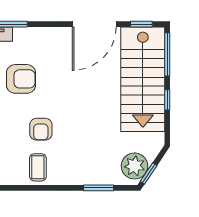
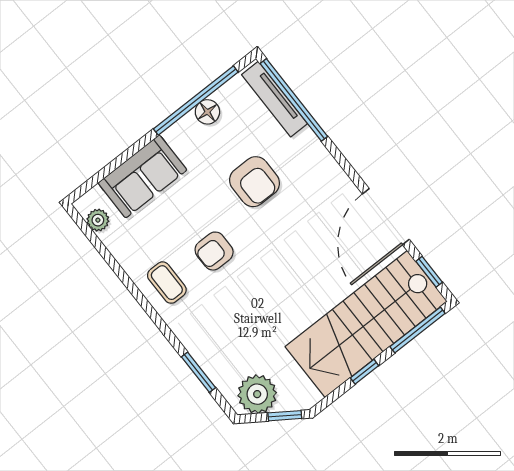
door: (94, 24) -> (386, 217), hinge flipped
coffee table: (38, 167) -> (167, 283), turned 90
window: (149, 173) -> (285, 416), moved

